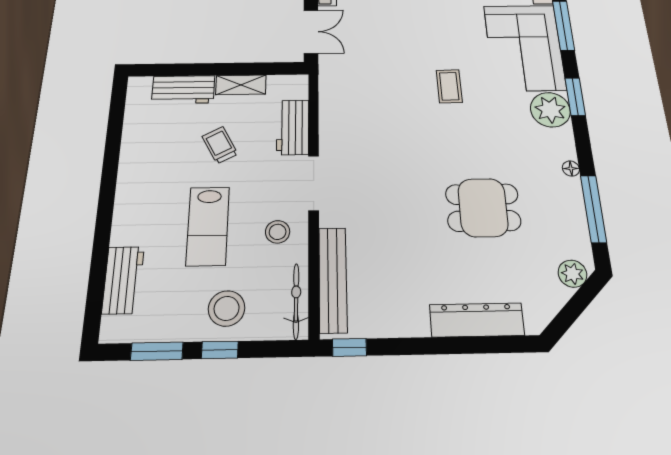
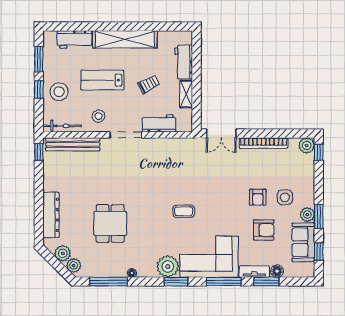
shelving: (133, 187) -> (125, 39), added
plant: (551, 295) -> (63, 253), added

